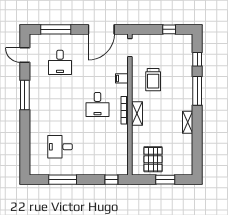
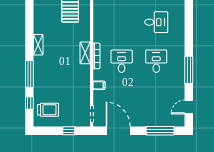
door: (101, 29) -> (118, 131), hinge flipped
window: (169, 29) -> (69, 131), moved
door: (25, 55) -> (189, 107), swing flipped
desk: (60, 62) -> (156, 61), moved
trolley: (153, 80) -> (48, 110), moved, turned 90

